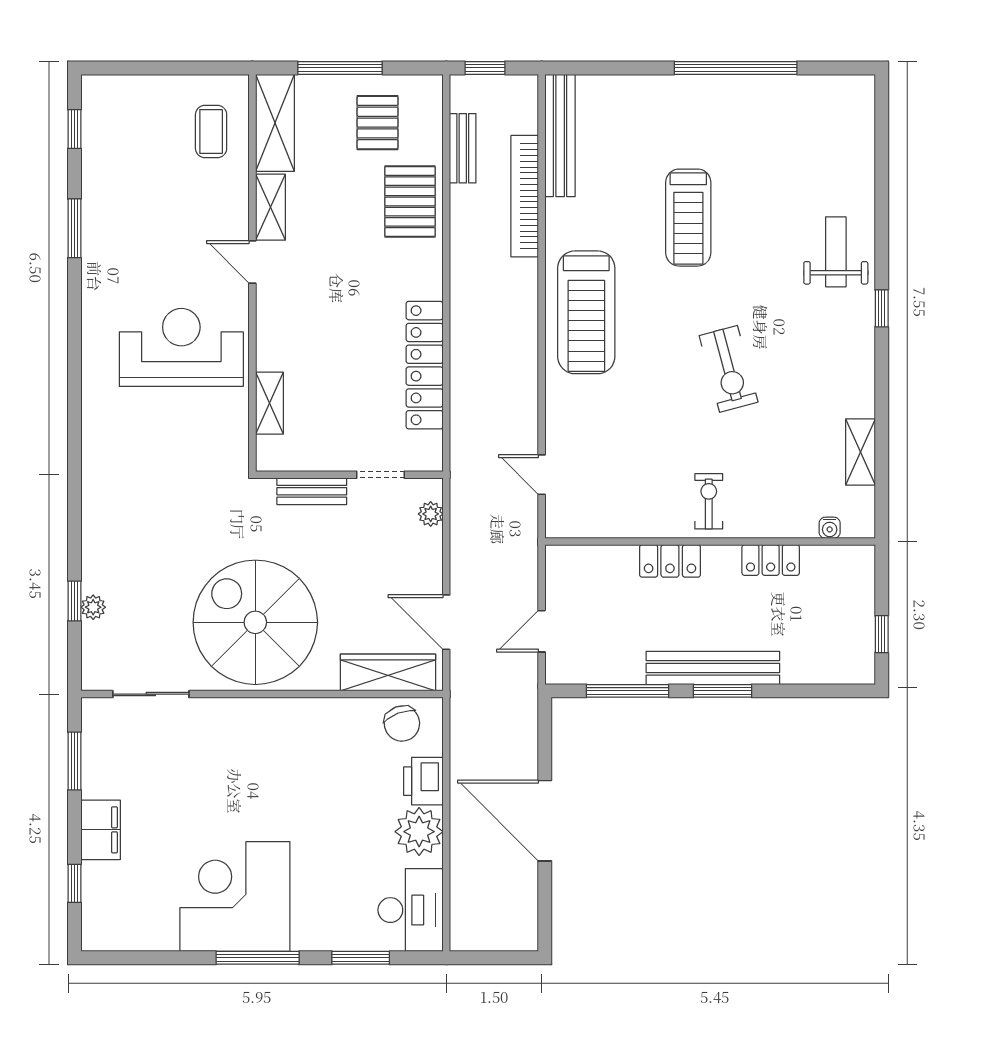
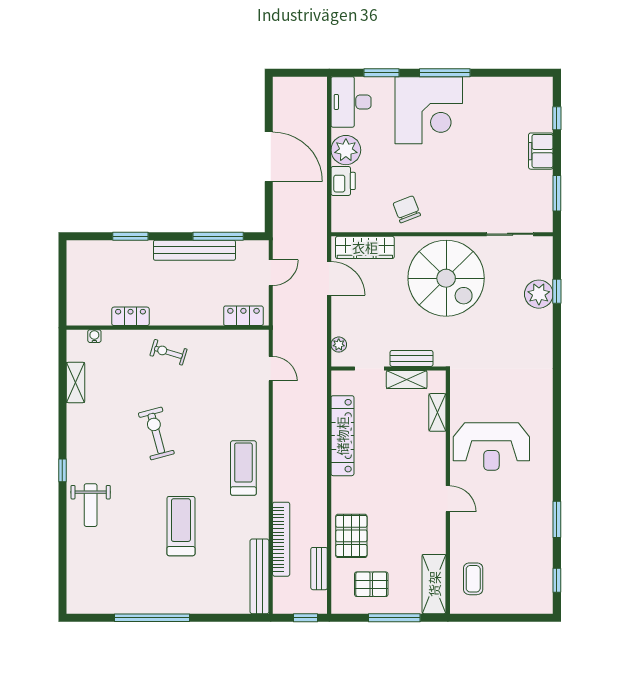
pallet: (378, 123) -> (371, 584), turned 90
shelving: (270, 207) -> (407, 380), moved, turned 90
treadmill: (586, 312) -> (243, 468), width x0.73, depth x0.73
exercise bike: (709, 501) -> (168, 352), turned 107
locker: (670, 561) -> (243, 316), moved
plant: (93, 607) -> (539, 294), width x1.88, depth x1.88
window: (882, 634) -> (62, 271), removed
bench: (713, 668) -> (194, 250), moved
window: (723, 691) -> (130, 236), moved
chair: (402, 724) -> (407, 209), moved
corner desk: (235, 897) -> (429, 110), moved

